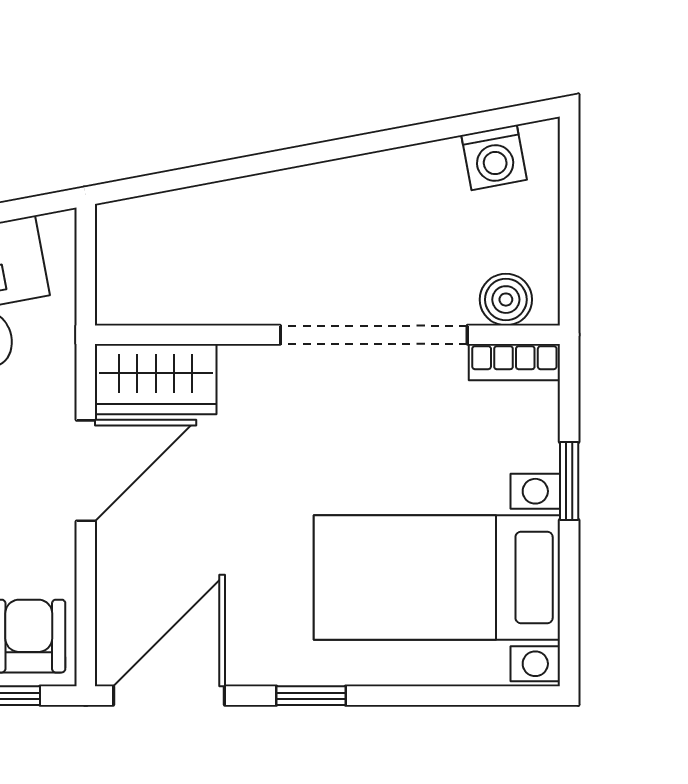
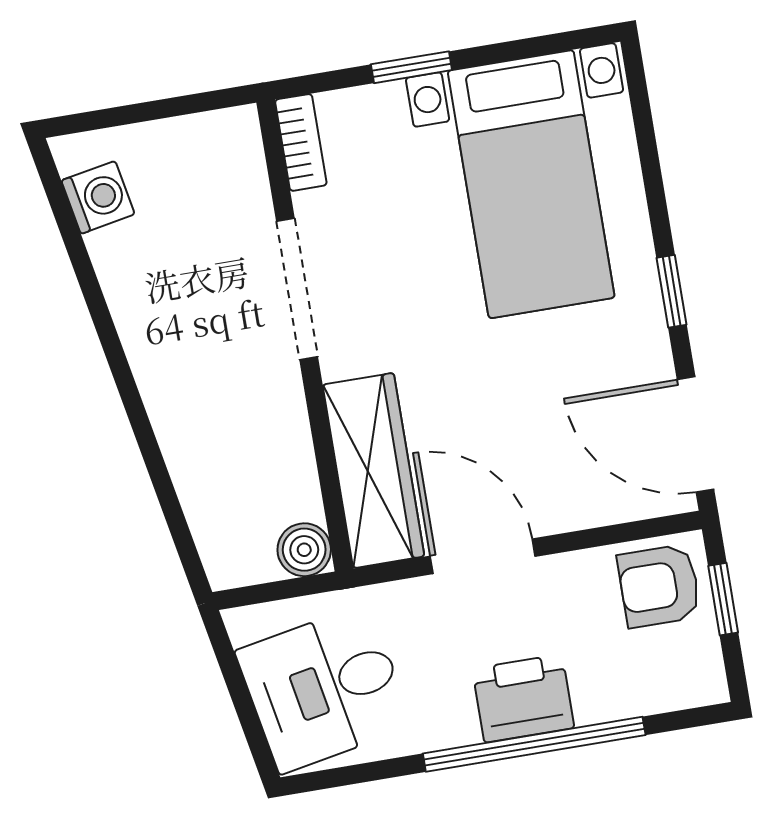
boiler: (506, 300) -> (304, 550), moved
doorway: (374, 335) -> (297, 289), width x0.73
wardrobe: (156, 379) -> (373, 471), width x1.50

